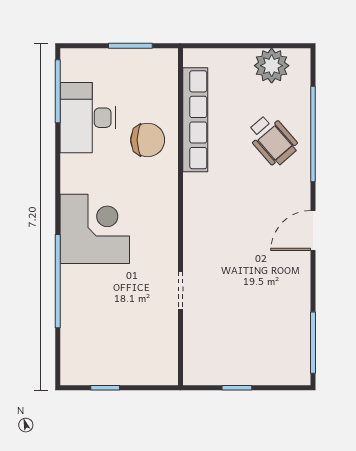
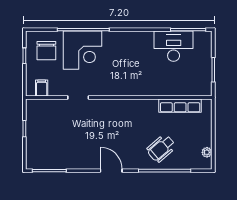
plant: (272, 66) -> (207, 152), width x0.53, depth x0.53
row of seats: (195, 120) -> (180, 106), width x0.73
chair: (148, 140) -> (46, 51), moved
corner desk: (95, 229) -> (83, 50), moved
filing cabinet: (163, 356) -> (42, 88), added

